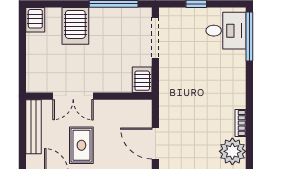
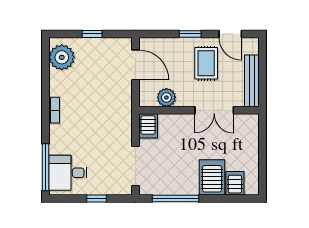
server rack: (35, 20) -> (235, 183), moved
double door: (73, 96) -> (214, 110), swing flipped
plant: (123, 109) -> (166, 97), added
bookcase: (240, 123) -> (54, 110), moved

